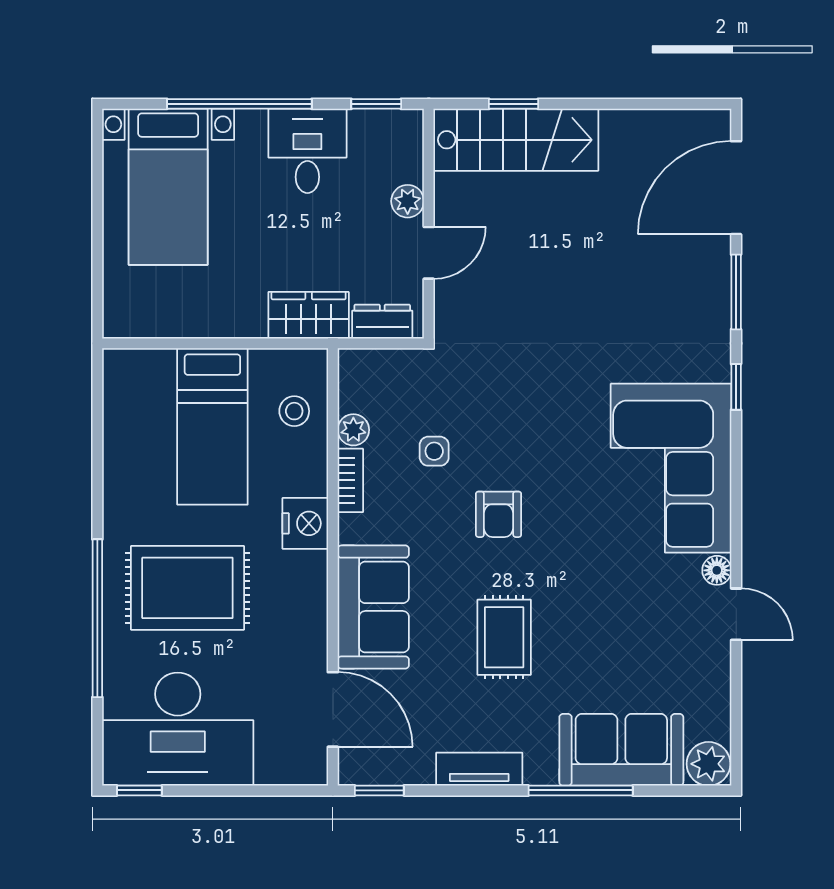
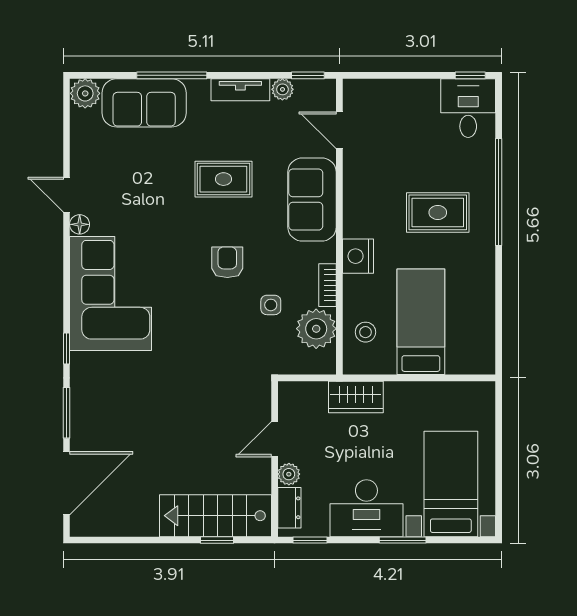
window: (239, 104) -> (403, 540), width x0.47
desk: (307, 151) -> (366, 508), width x1.37
dresser: (382, 322) -> (289, 508), moved, turned -90
plant: (353, 430) -> (316, 329), width x1.88, depth x1.88
rug: (187, 588) -> (438, 212), width x0.73, depth x0.70
rug: (504, 637) -> (223, 179), turned 90
door: (333, 709) -> (339, 130), width x0.73
desk: (178, 729) -> (468, 108), width x0.53, depth x0.77
plant: (417, 770) -> (282, 89), added

